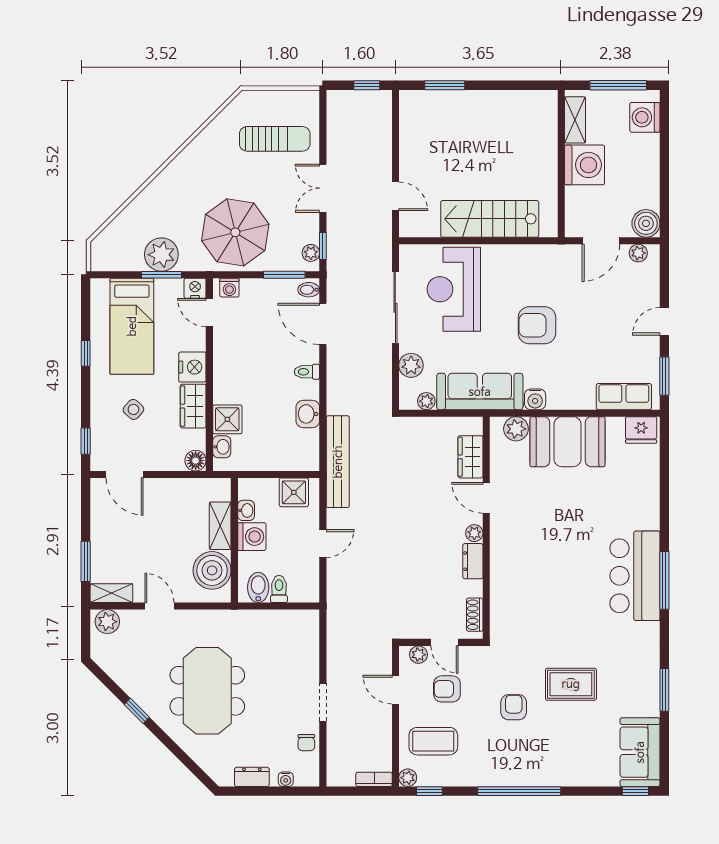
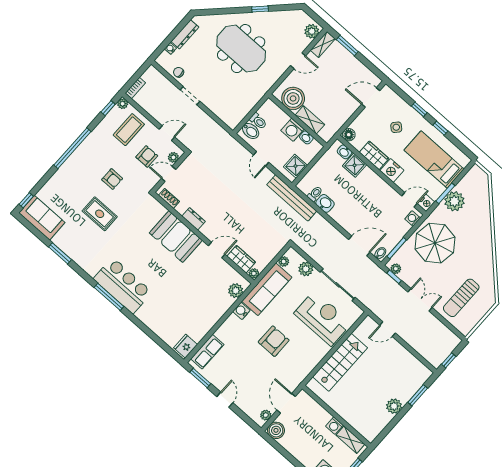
plant: (485, 103) -> (394, 406), added
washing machine: (585, 165) -> (334, 426), width x0.53, depth x0.53
toilet: (307, 372) -> (315, 194), moved
window: (86, 441) -> (419, 109), moved
booth: (567, 442) -> (176, 237), moved, turned 90
plant: (474, 533) -> (254, 273), moved
bidet: (258, 587) -> (251, 131), moved
rug: (571, 684) -> (100, 214), turned 90
dresser: (252, 777) -> (185, 34), width x1.44

